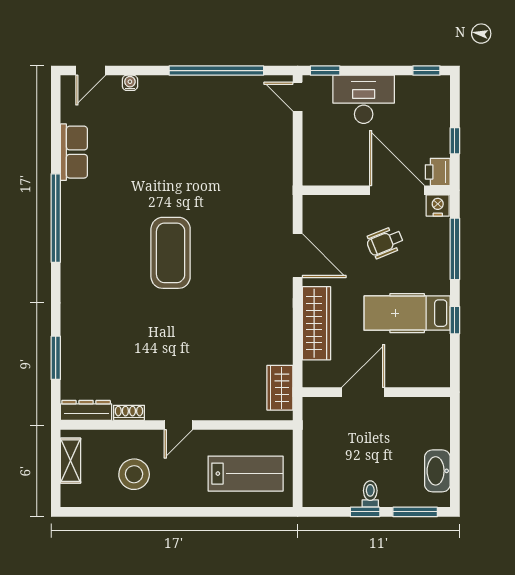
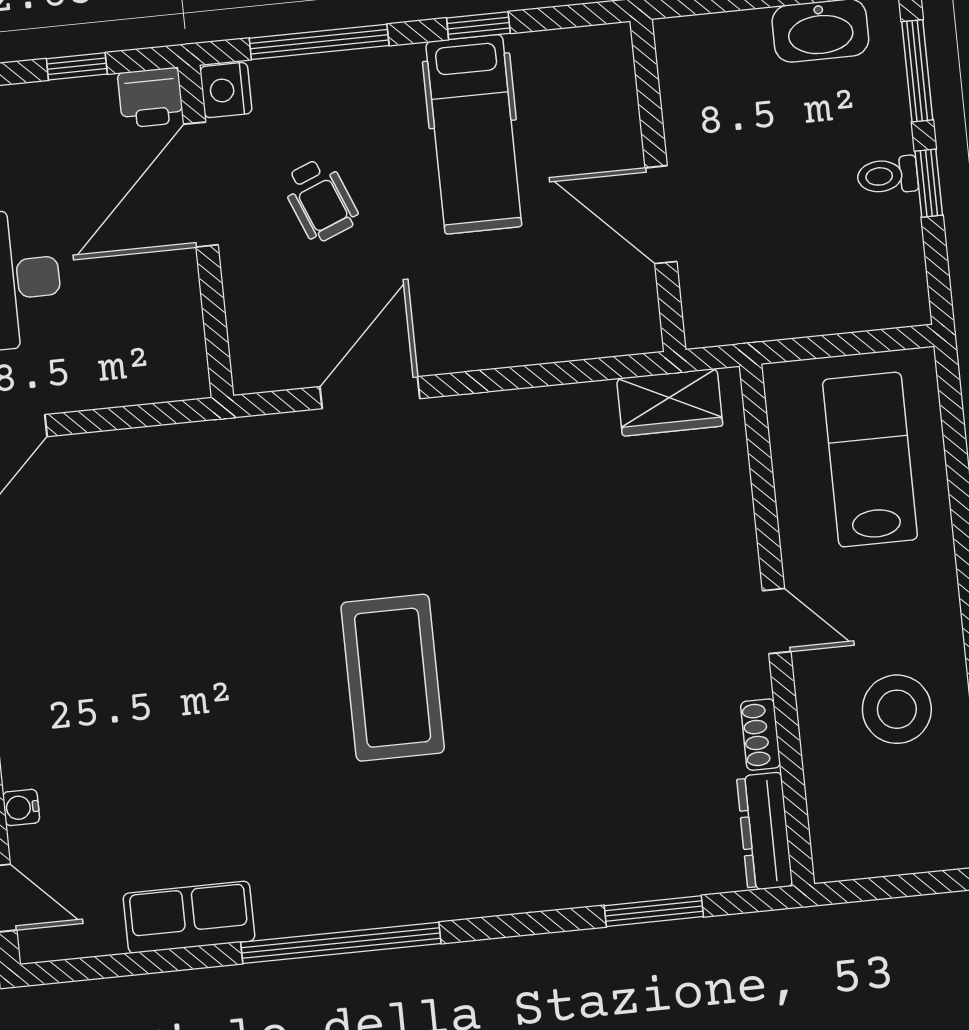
coffee table: (171, 253) -> (393, 678), turned 90
wardrobe: (316, 323) -> (517, 335), removed
shelving: (71, 461) -> (881, 855), removed

